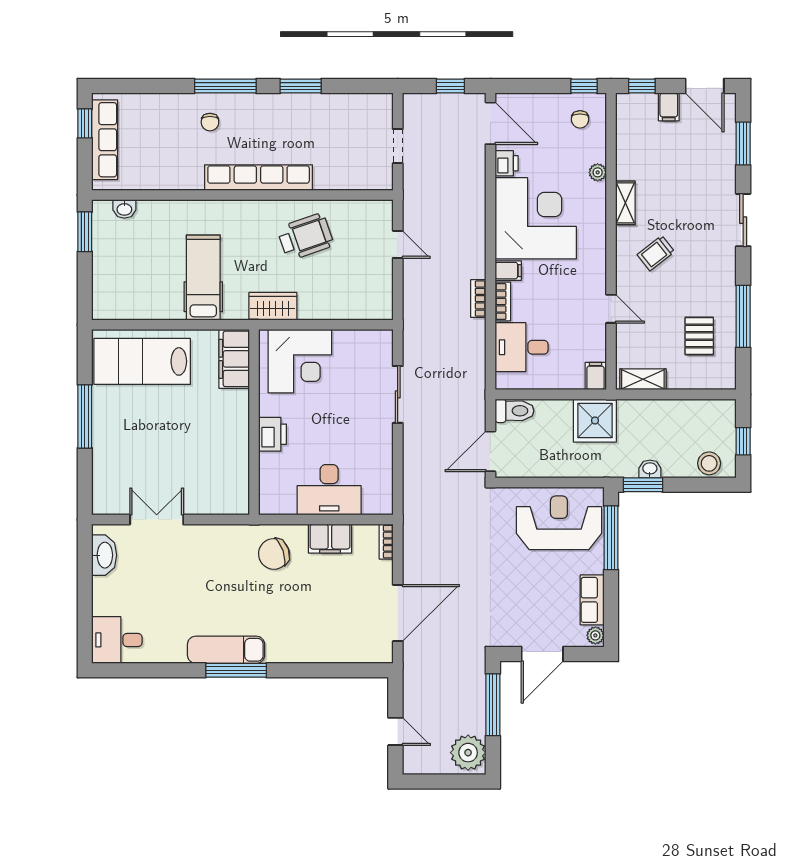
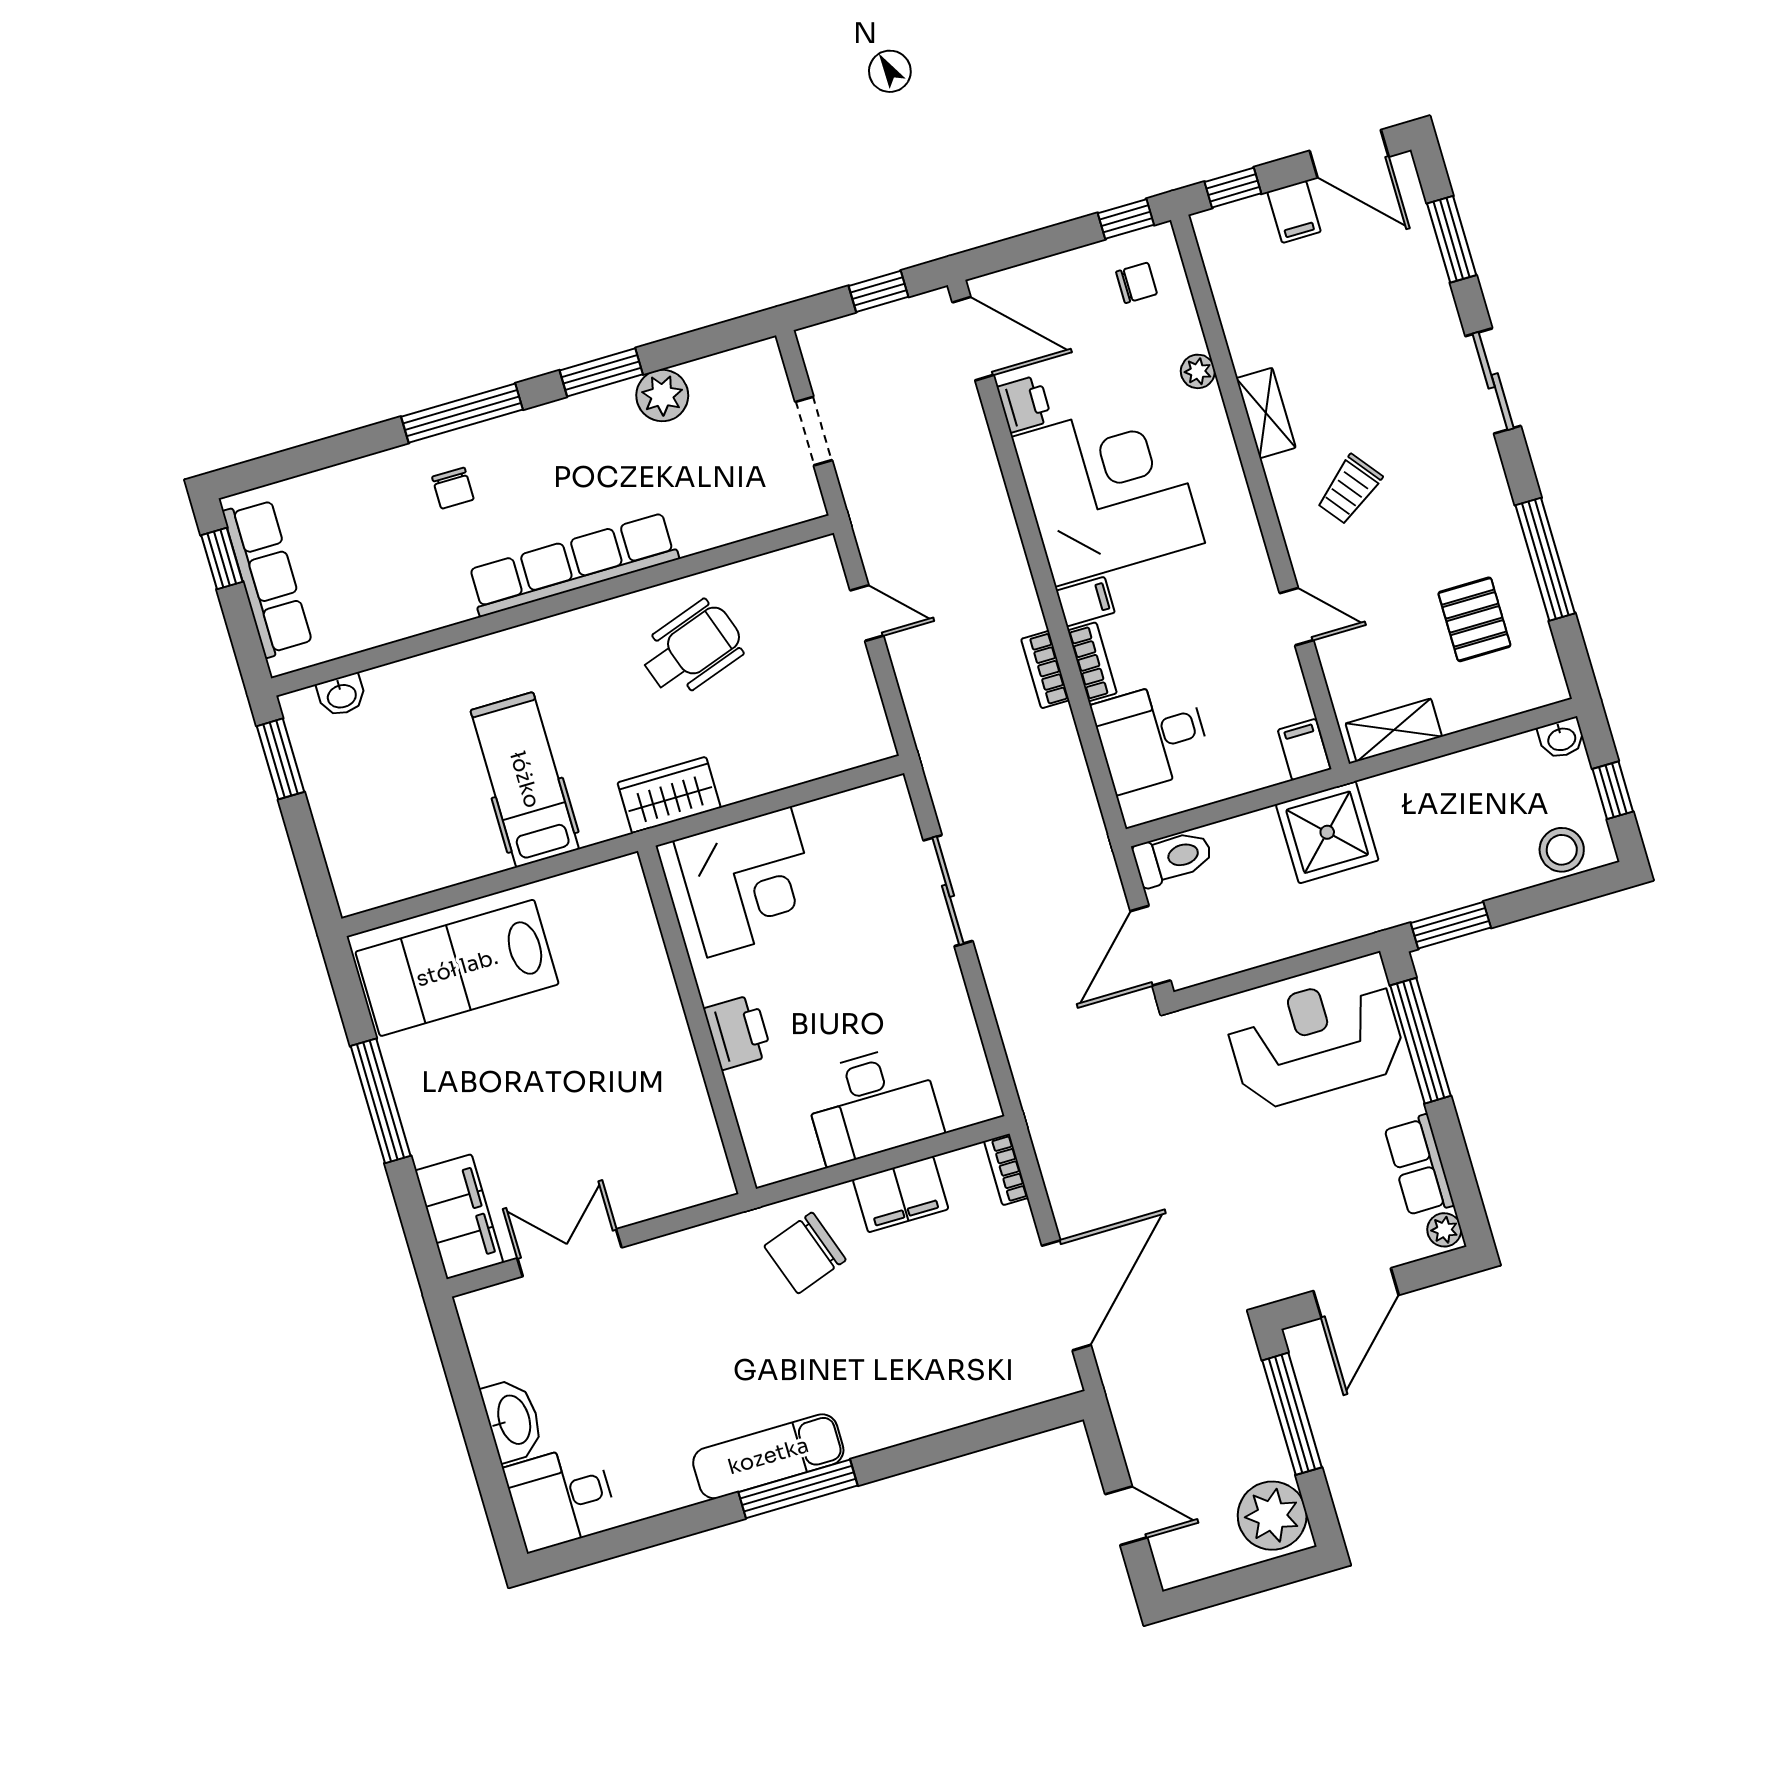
plant: (328, 106) -> (662, 395), added
chair: (580, 119) -> (1137, 283), turned -90
filing cabinet: (234, 359) -> (459, 1217), moved, turned 180
washbasin: (650, 469) -> (1561, 738), moved, turned 180
washbasin: (104, 555) -> (513, 1420), moved

